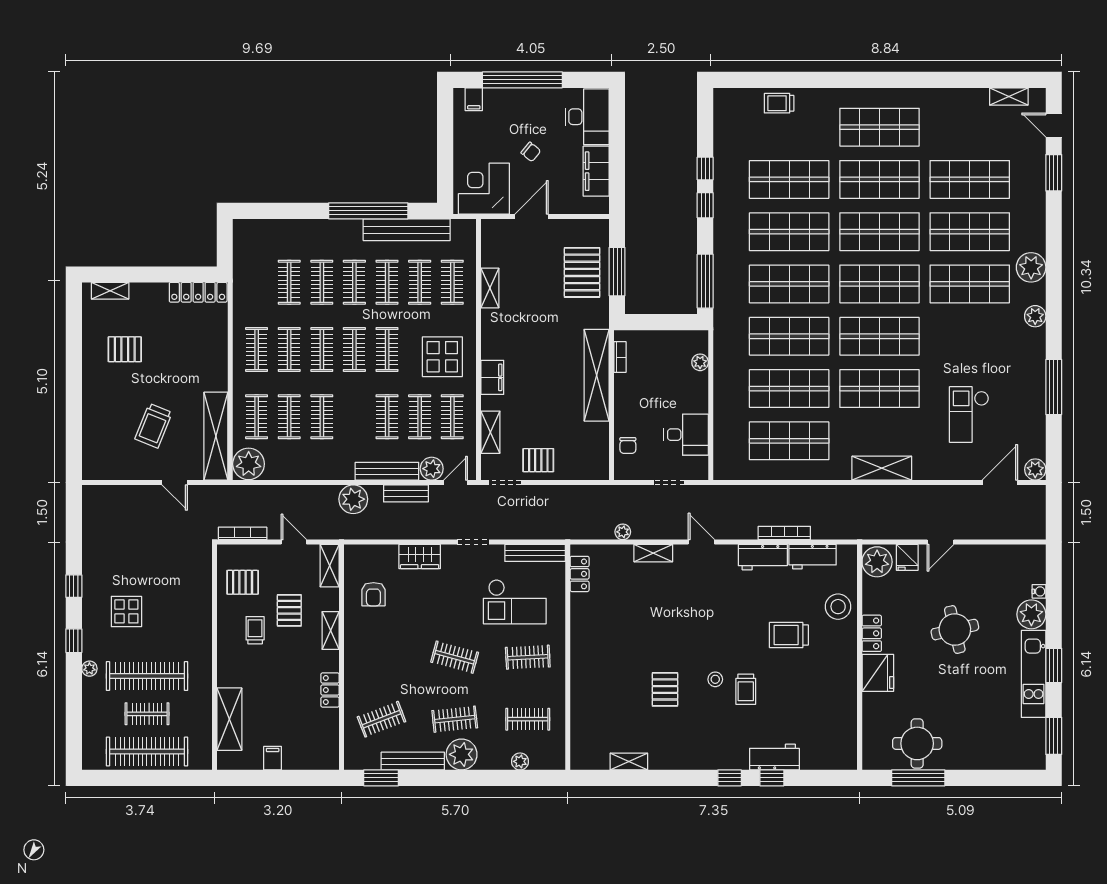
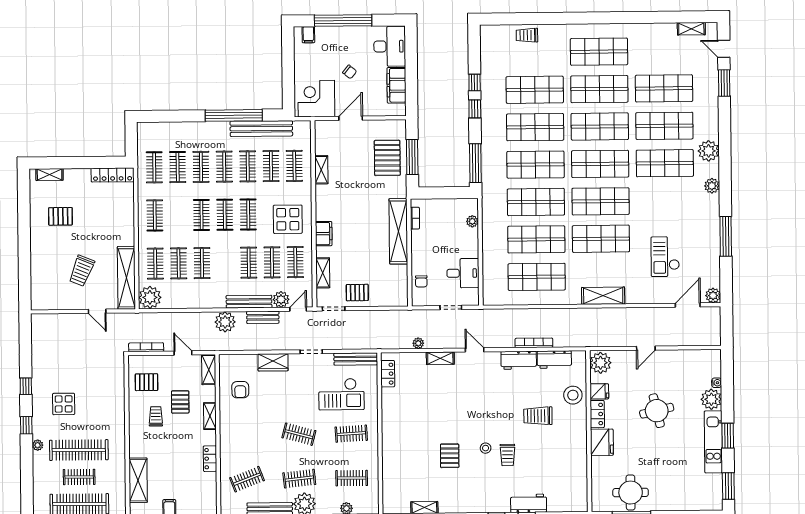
clothes rail: (289, 349) -> (154, 167), moved
fridge: (907, 557) -> (599, 391), moved, turned -90

